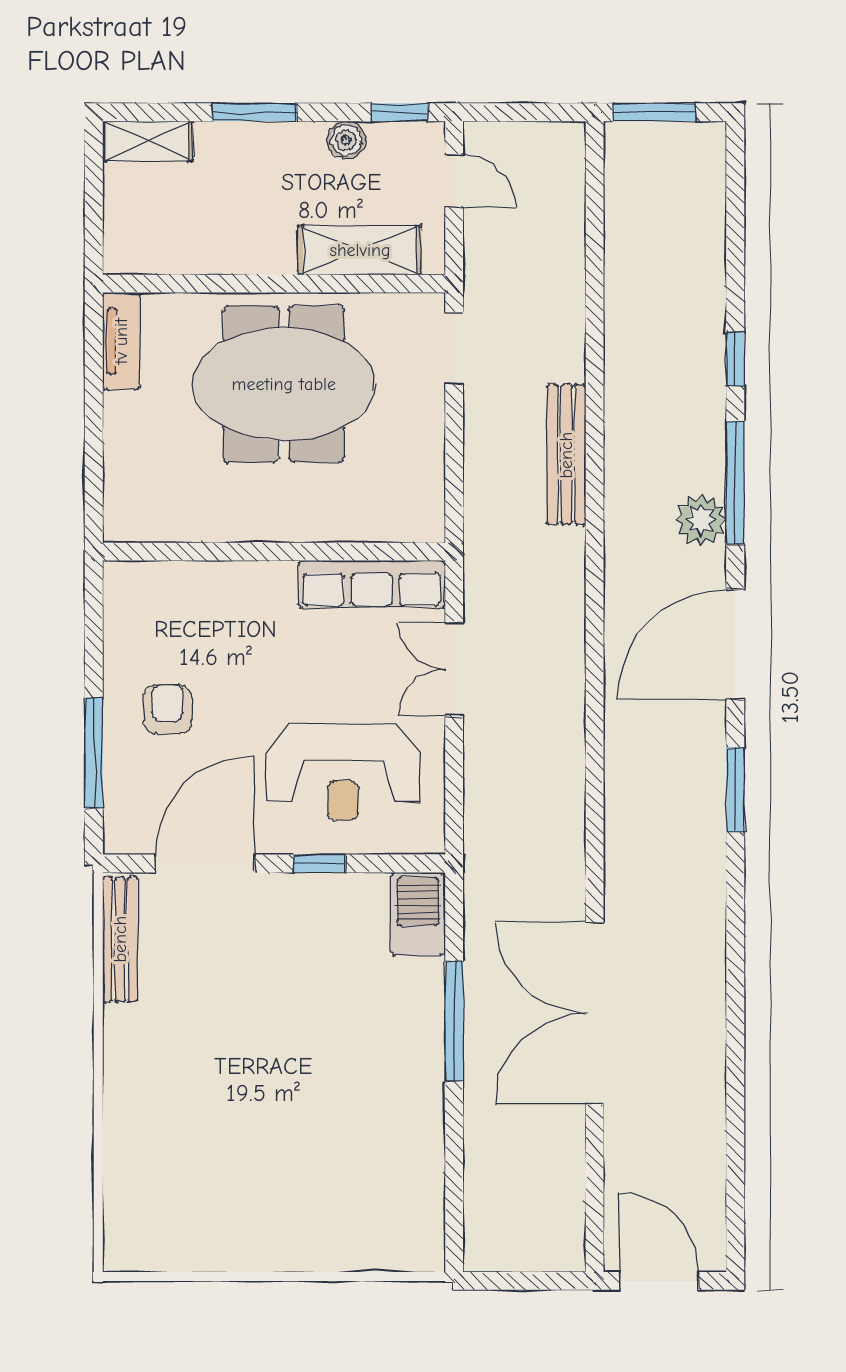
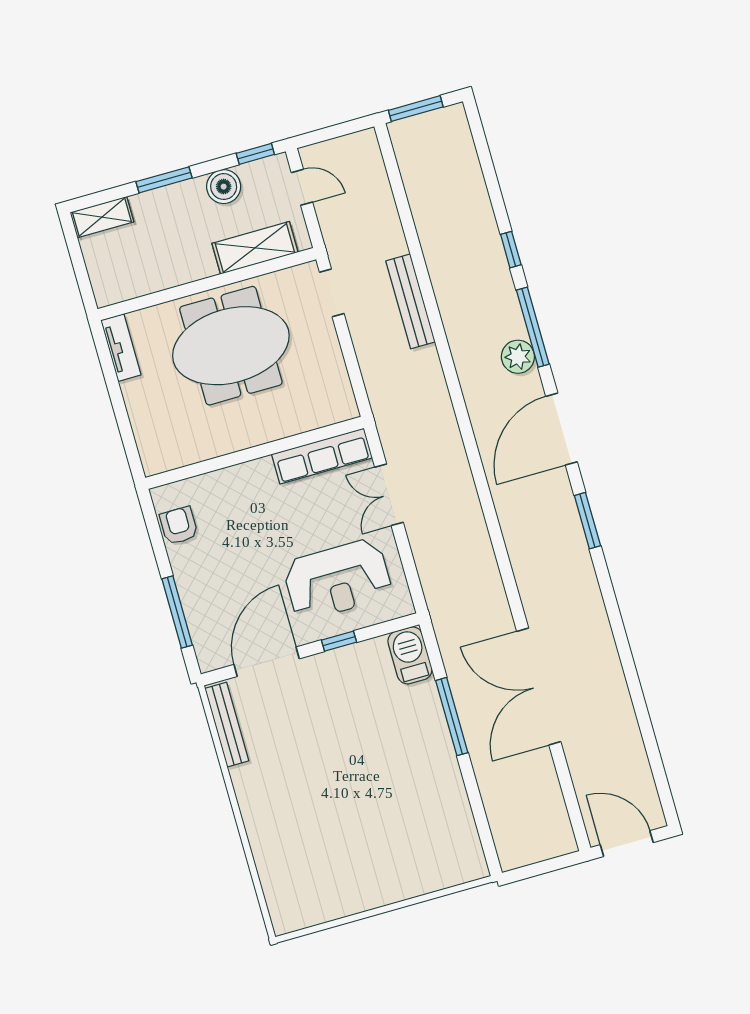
boiler: (346, 140) -> (224, 187), width x1.36, depth x1.36
bench: (566, 455) -> (411, 301), moved
armchair: (168, 709) -> (179, 526), moved

